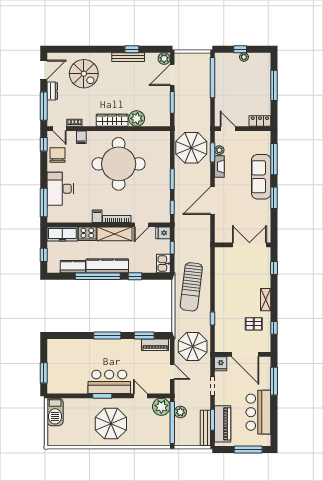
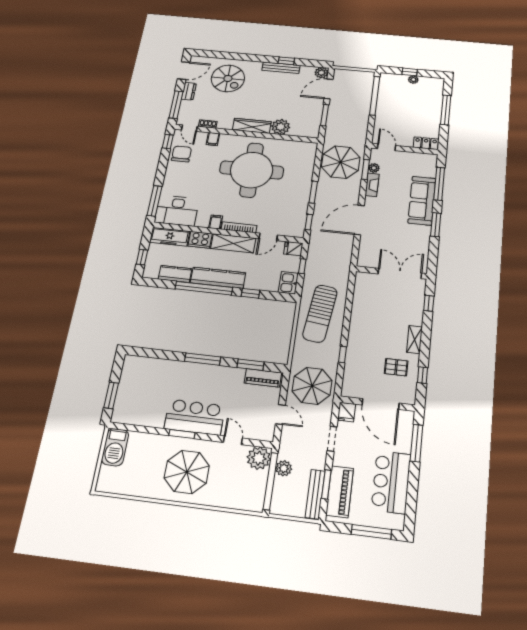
desk: (60, 189) -> (177, 211), moved, turned -90

